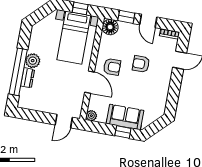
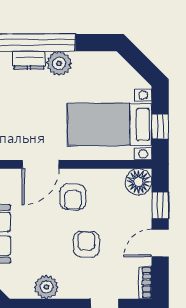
plant: (162, 92) -> (46, 287), added

